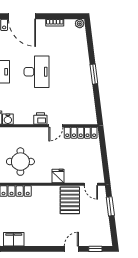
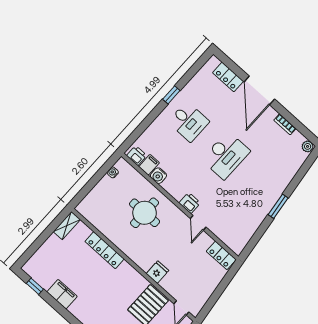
door: (56, 126) -> (198, 223), hinge flipped
locker: (81, 133) -> (221, 255), width x0.66
round table: (20, 162) -> (145, 213), moved

